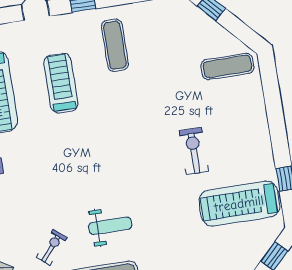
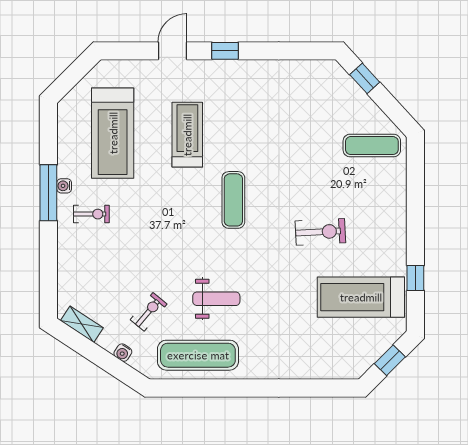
exercise mat: (115, 45) -> (233, 200), moved
exercise bike: (194, 151) -> (320, 232), turned 87

